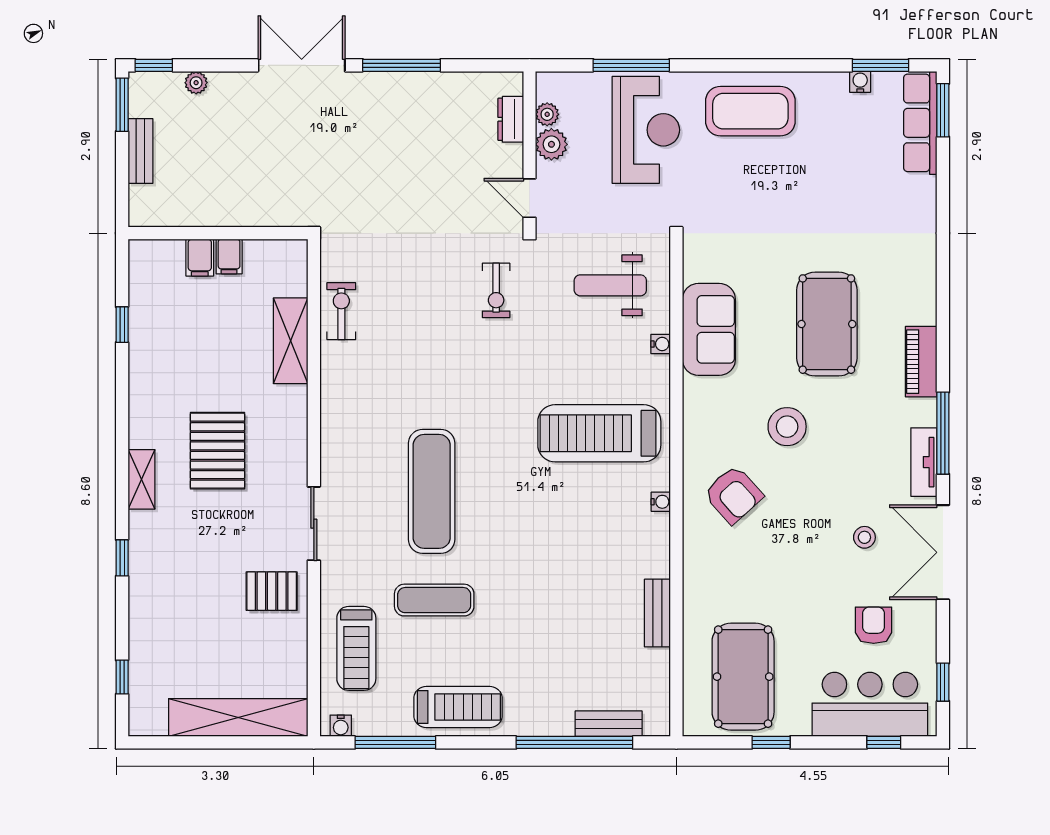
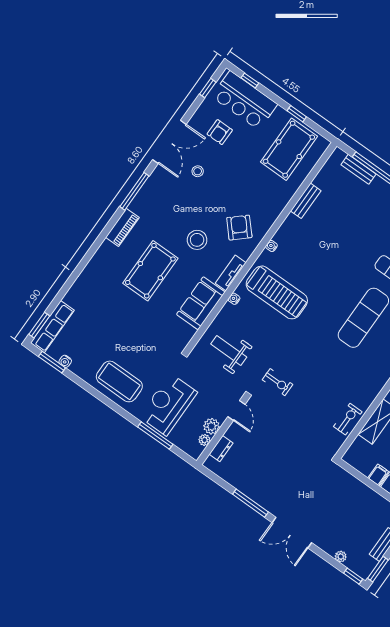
weight bench: (610, 285) -> (229, 351), turned 180
exercise bike: (496, 290) -> (278, 382), turned 90
exercise bike: (341, 311) -> (348, 419), turned 180
water cooler: (661, 344) -> (234, 299), moved
tv unit: (924, 462) -> (231, 273), moved, turned 180

